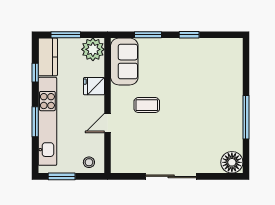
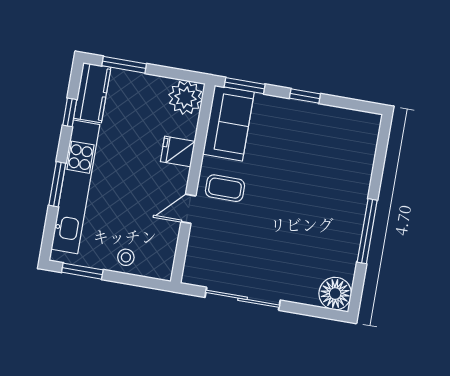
plant: (93, 49) -> (185, 97), moved
sofa: (124, 62) -> (228, 123), moved
fridge: (94, 86) -> (178, 151), moved
wall: (108, 106) -> (193, 183), moved
door: (108, 123) -> (188, 209), moved

